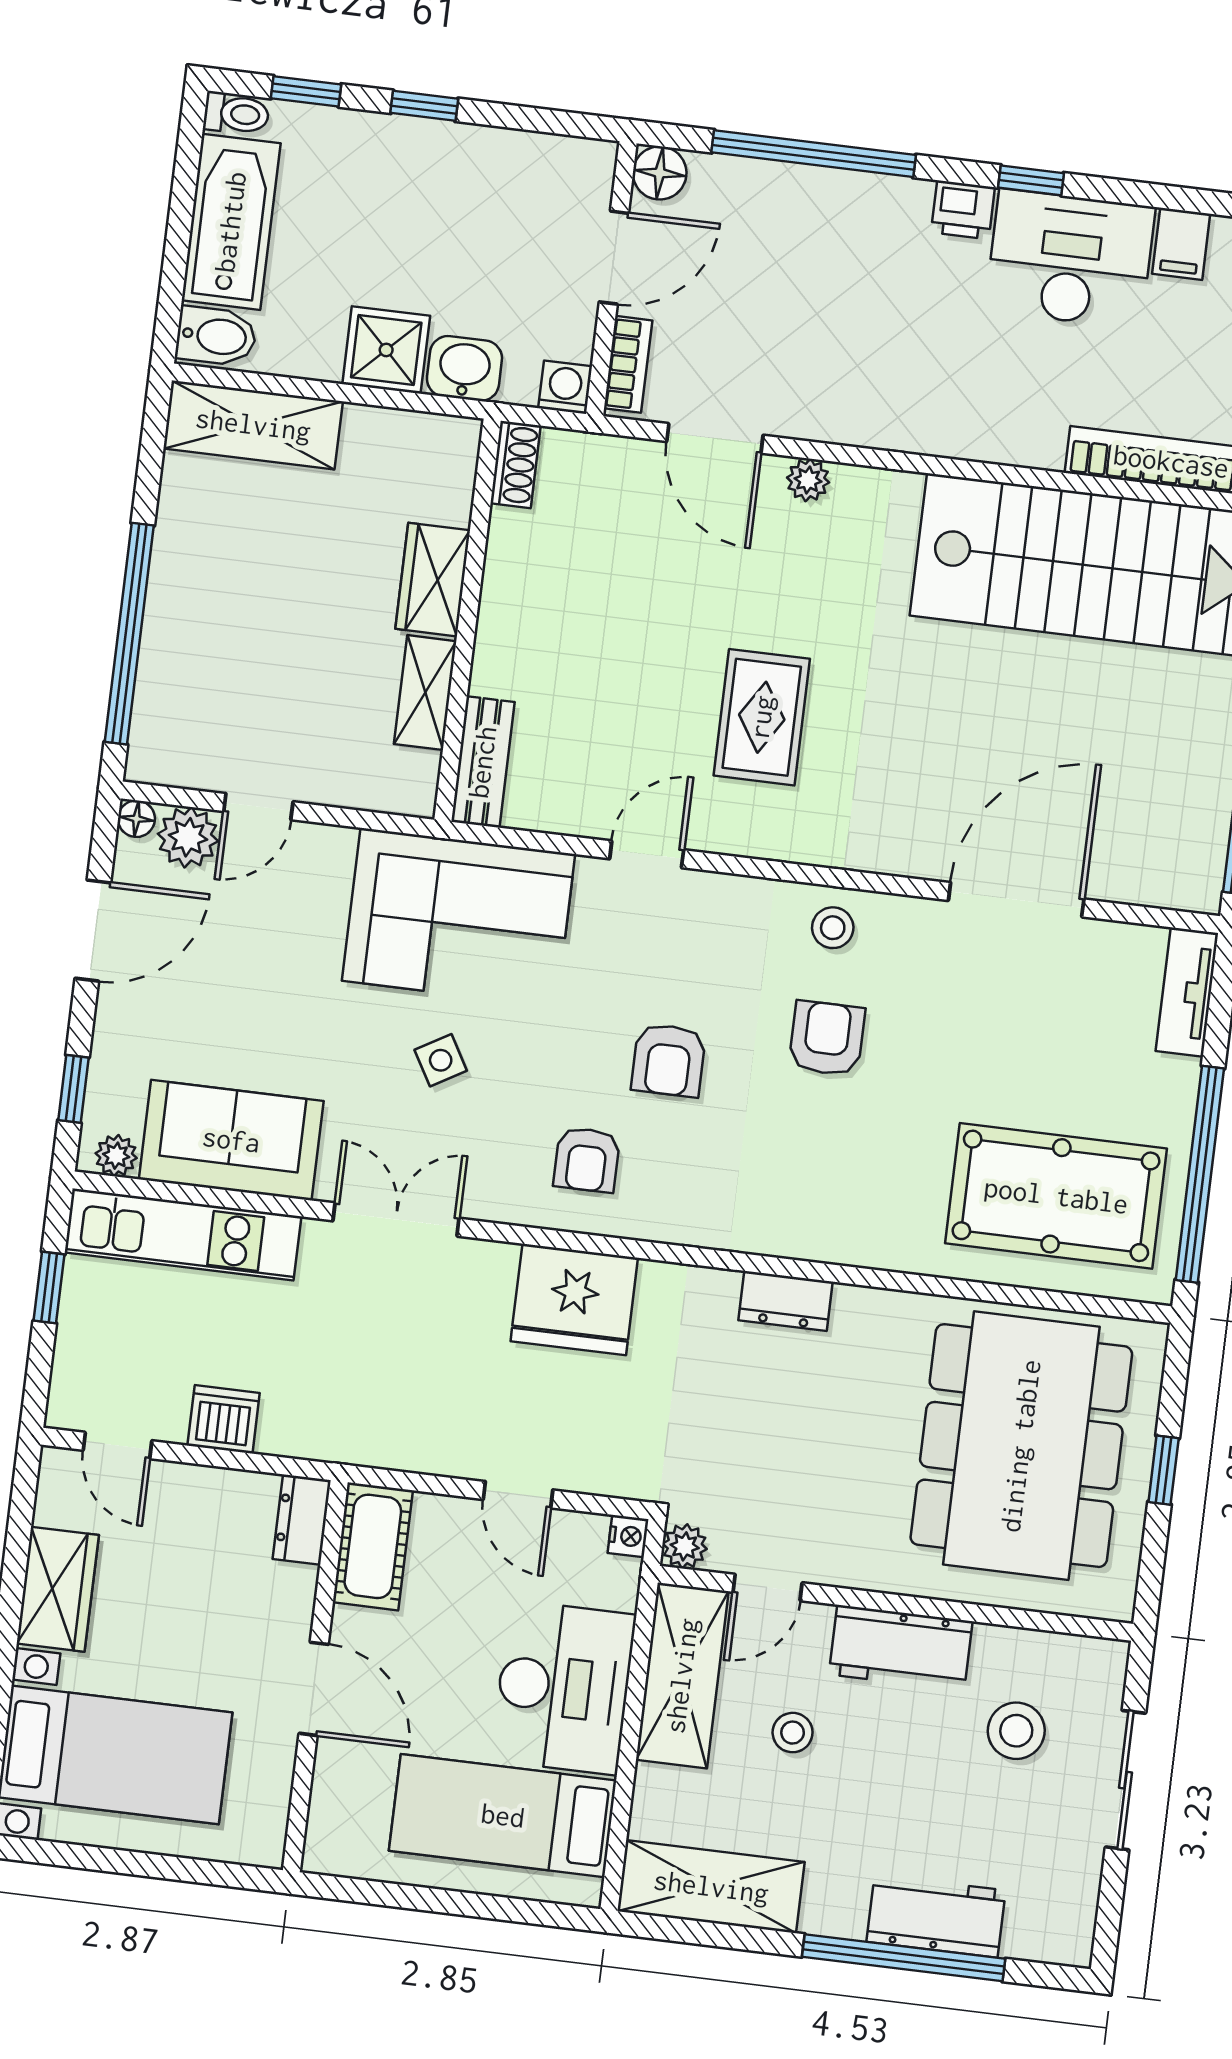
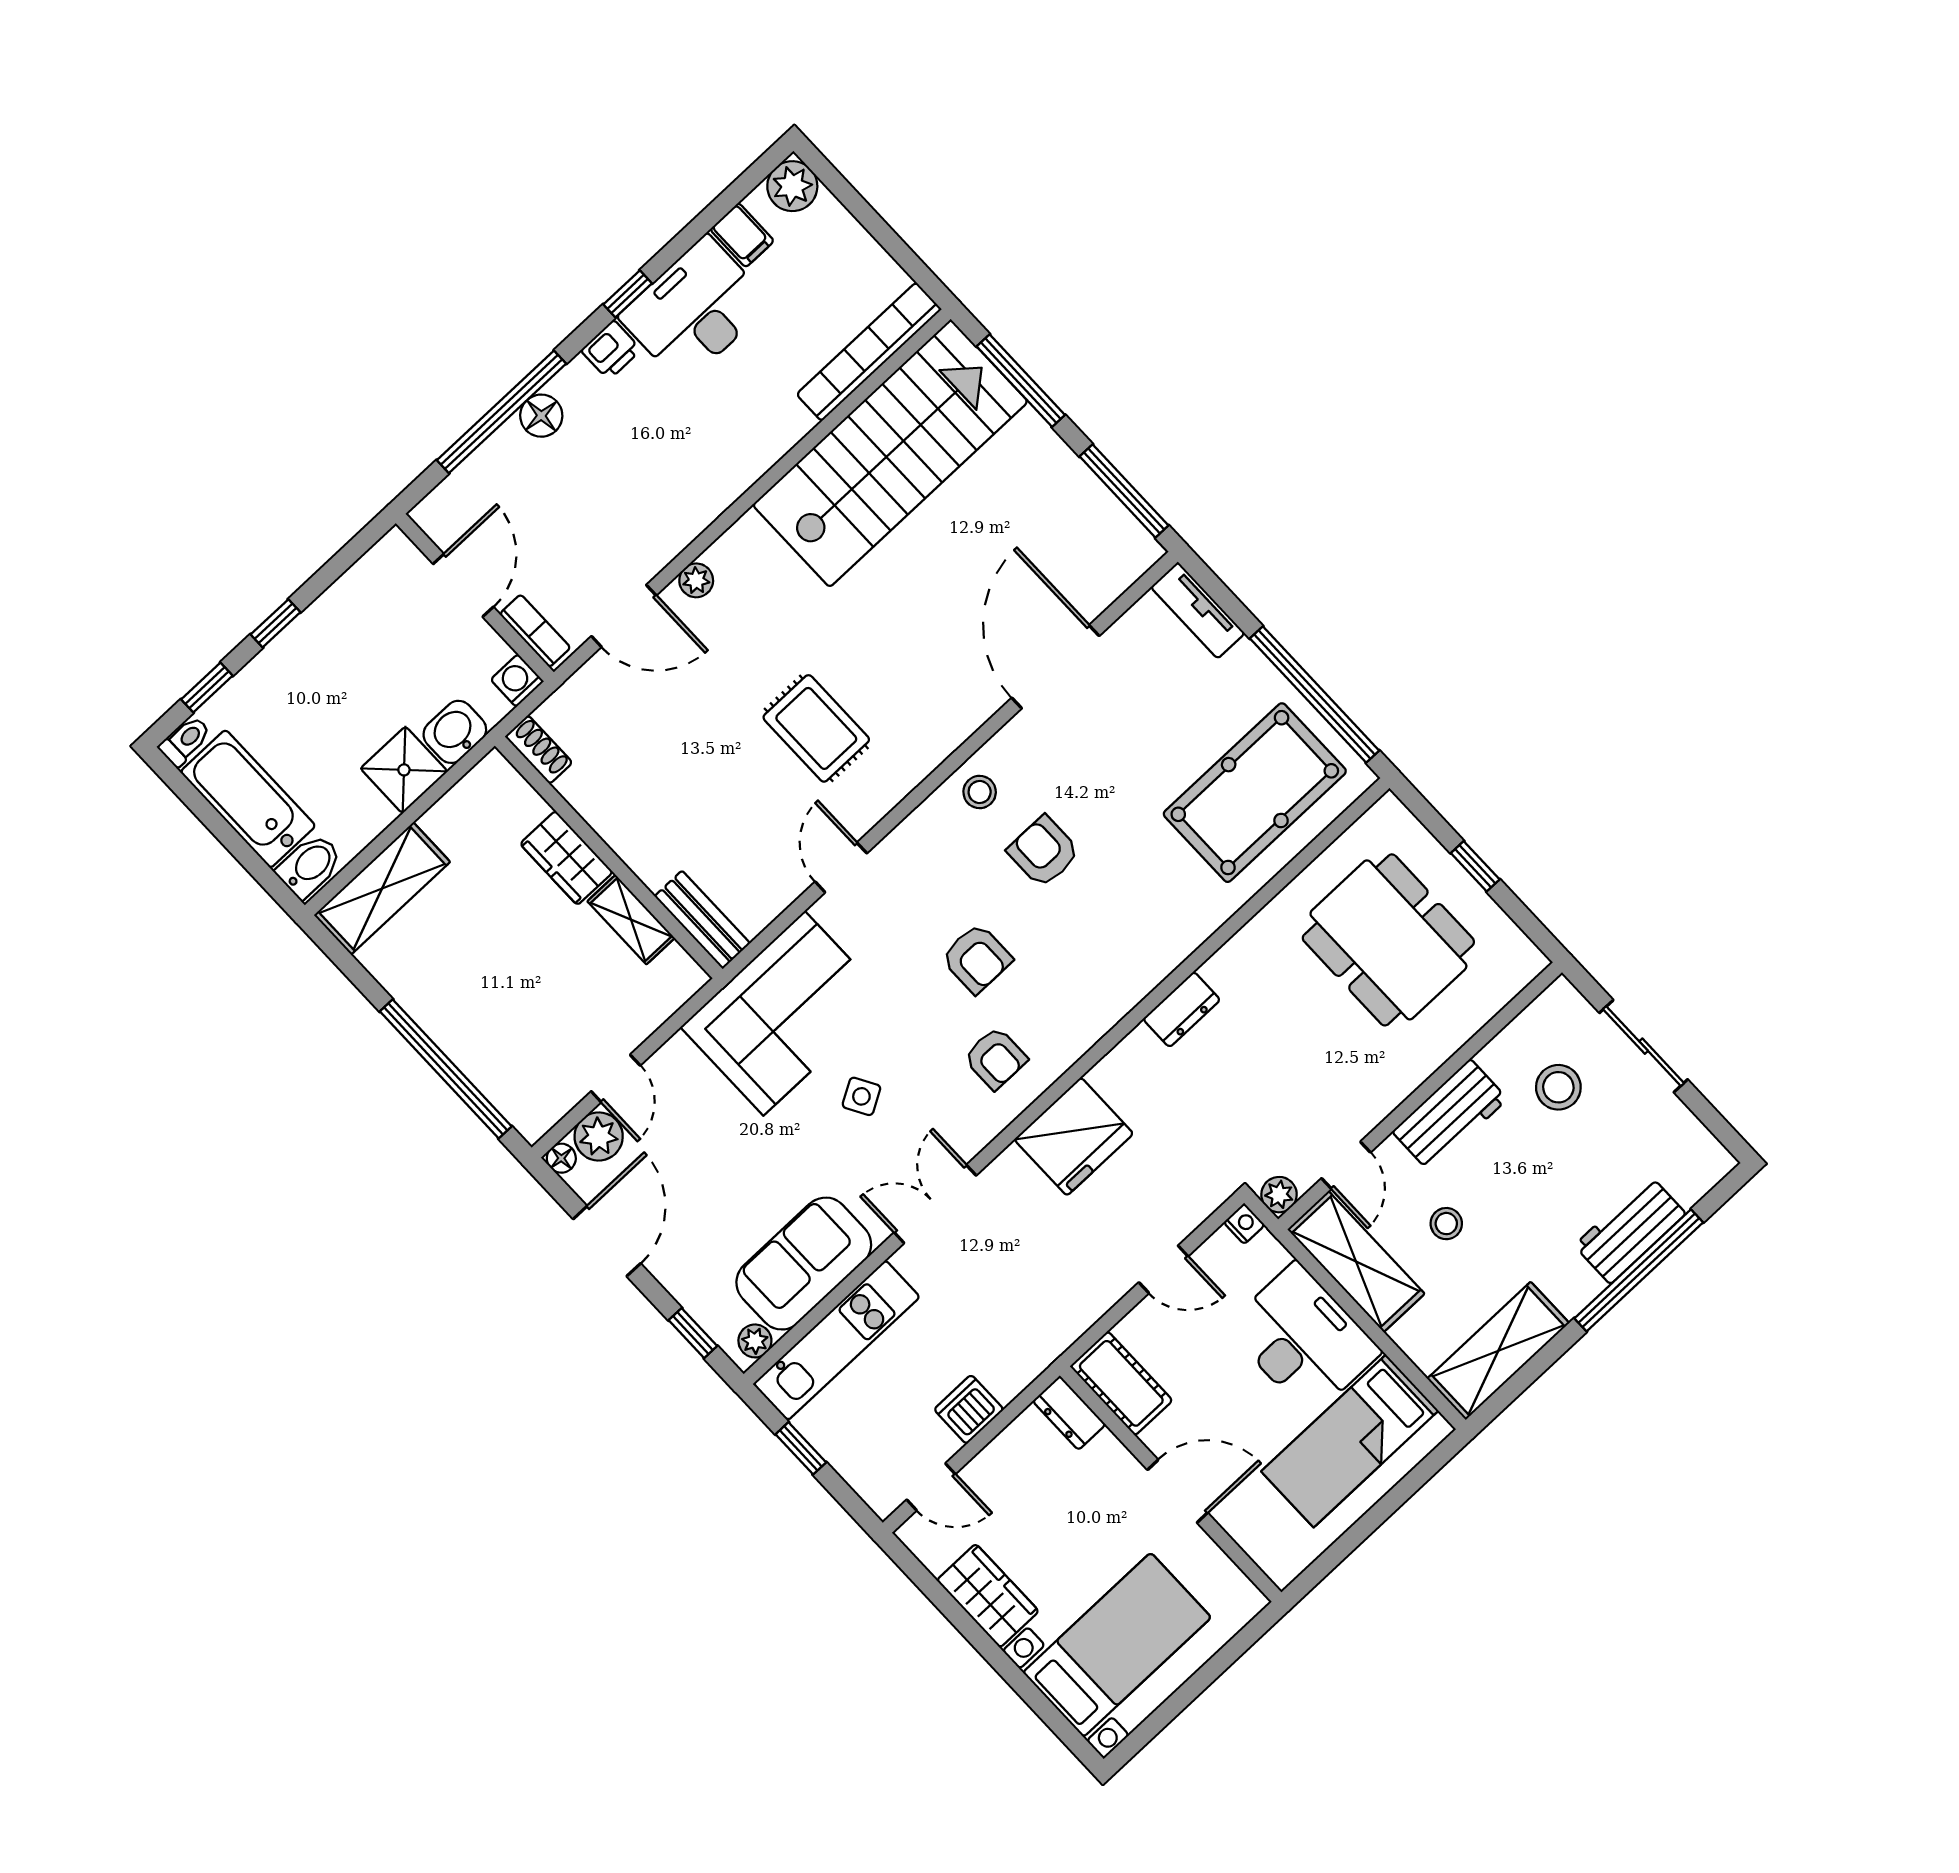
floor lamp: (660, 173) -> (541, 416), moved
dining table: (1021, 1446) -> (1388, 940), width x0.73, depth x0.80

